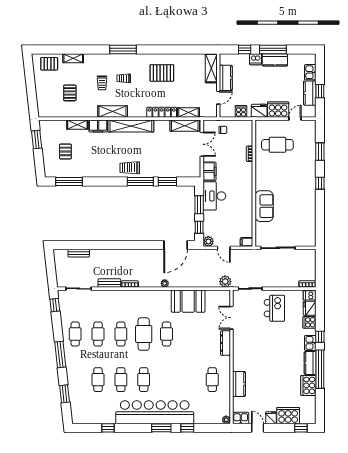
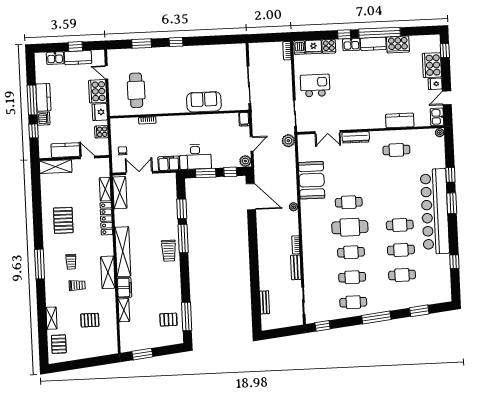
pallet: (65, 151) -> (168, 320), moved

